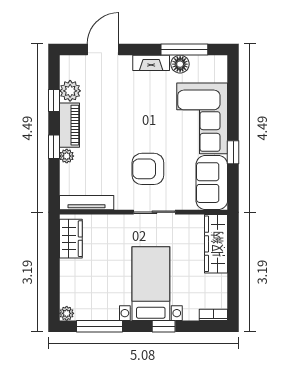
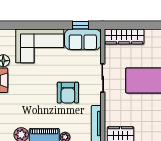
window: (233, 152) -> (81, 25), moved
armchair: (148, 169) -> (68, 93), moved

